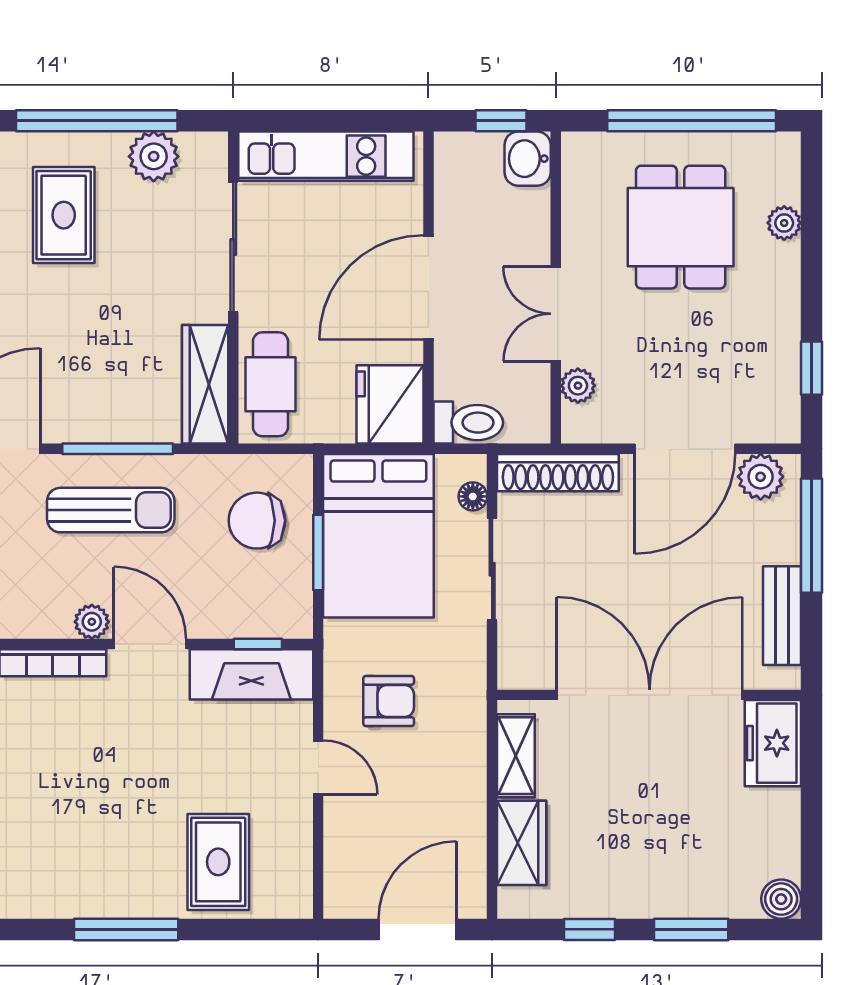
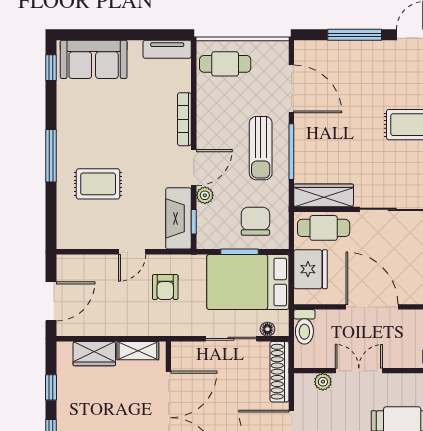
fridge: (390, 404) -> (311, 269), moved, turned 90
plant: (92, 622) -> (205, 195), moved
rug: (218, 862) -> (98, 184), moved
door: (417, 929) -> (51, 301), hinge flipped

